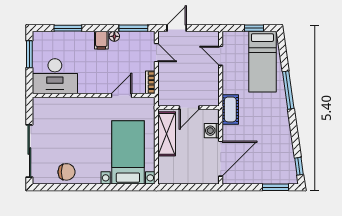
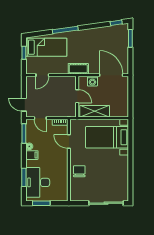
door: (156, 53) -> (40, 118), swing flipped
desk: (55, 76) -> (38, 182), moved, turned 180
chair: (66, 172) -> (79, 171), moved

